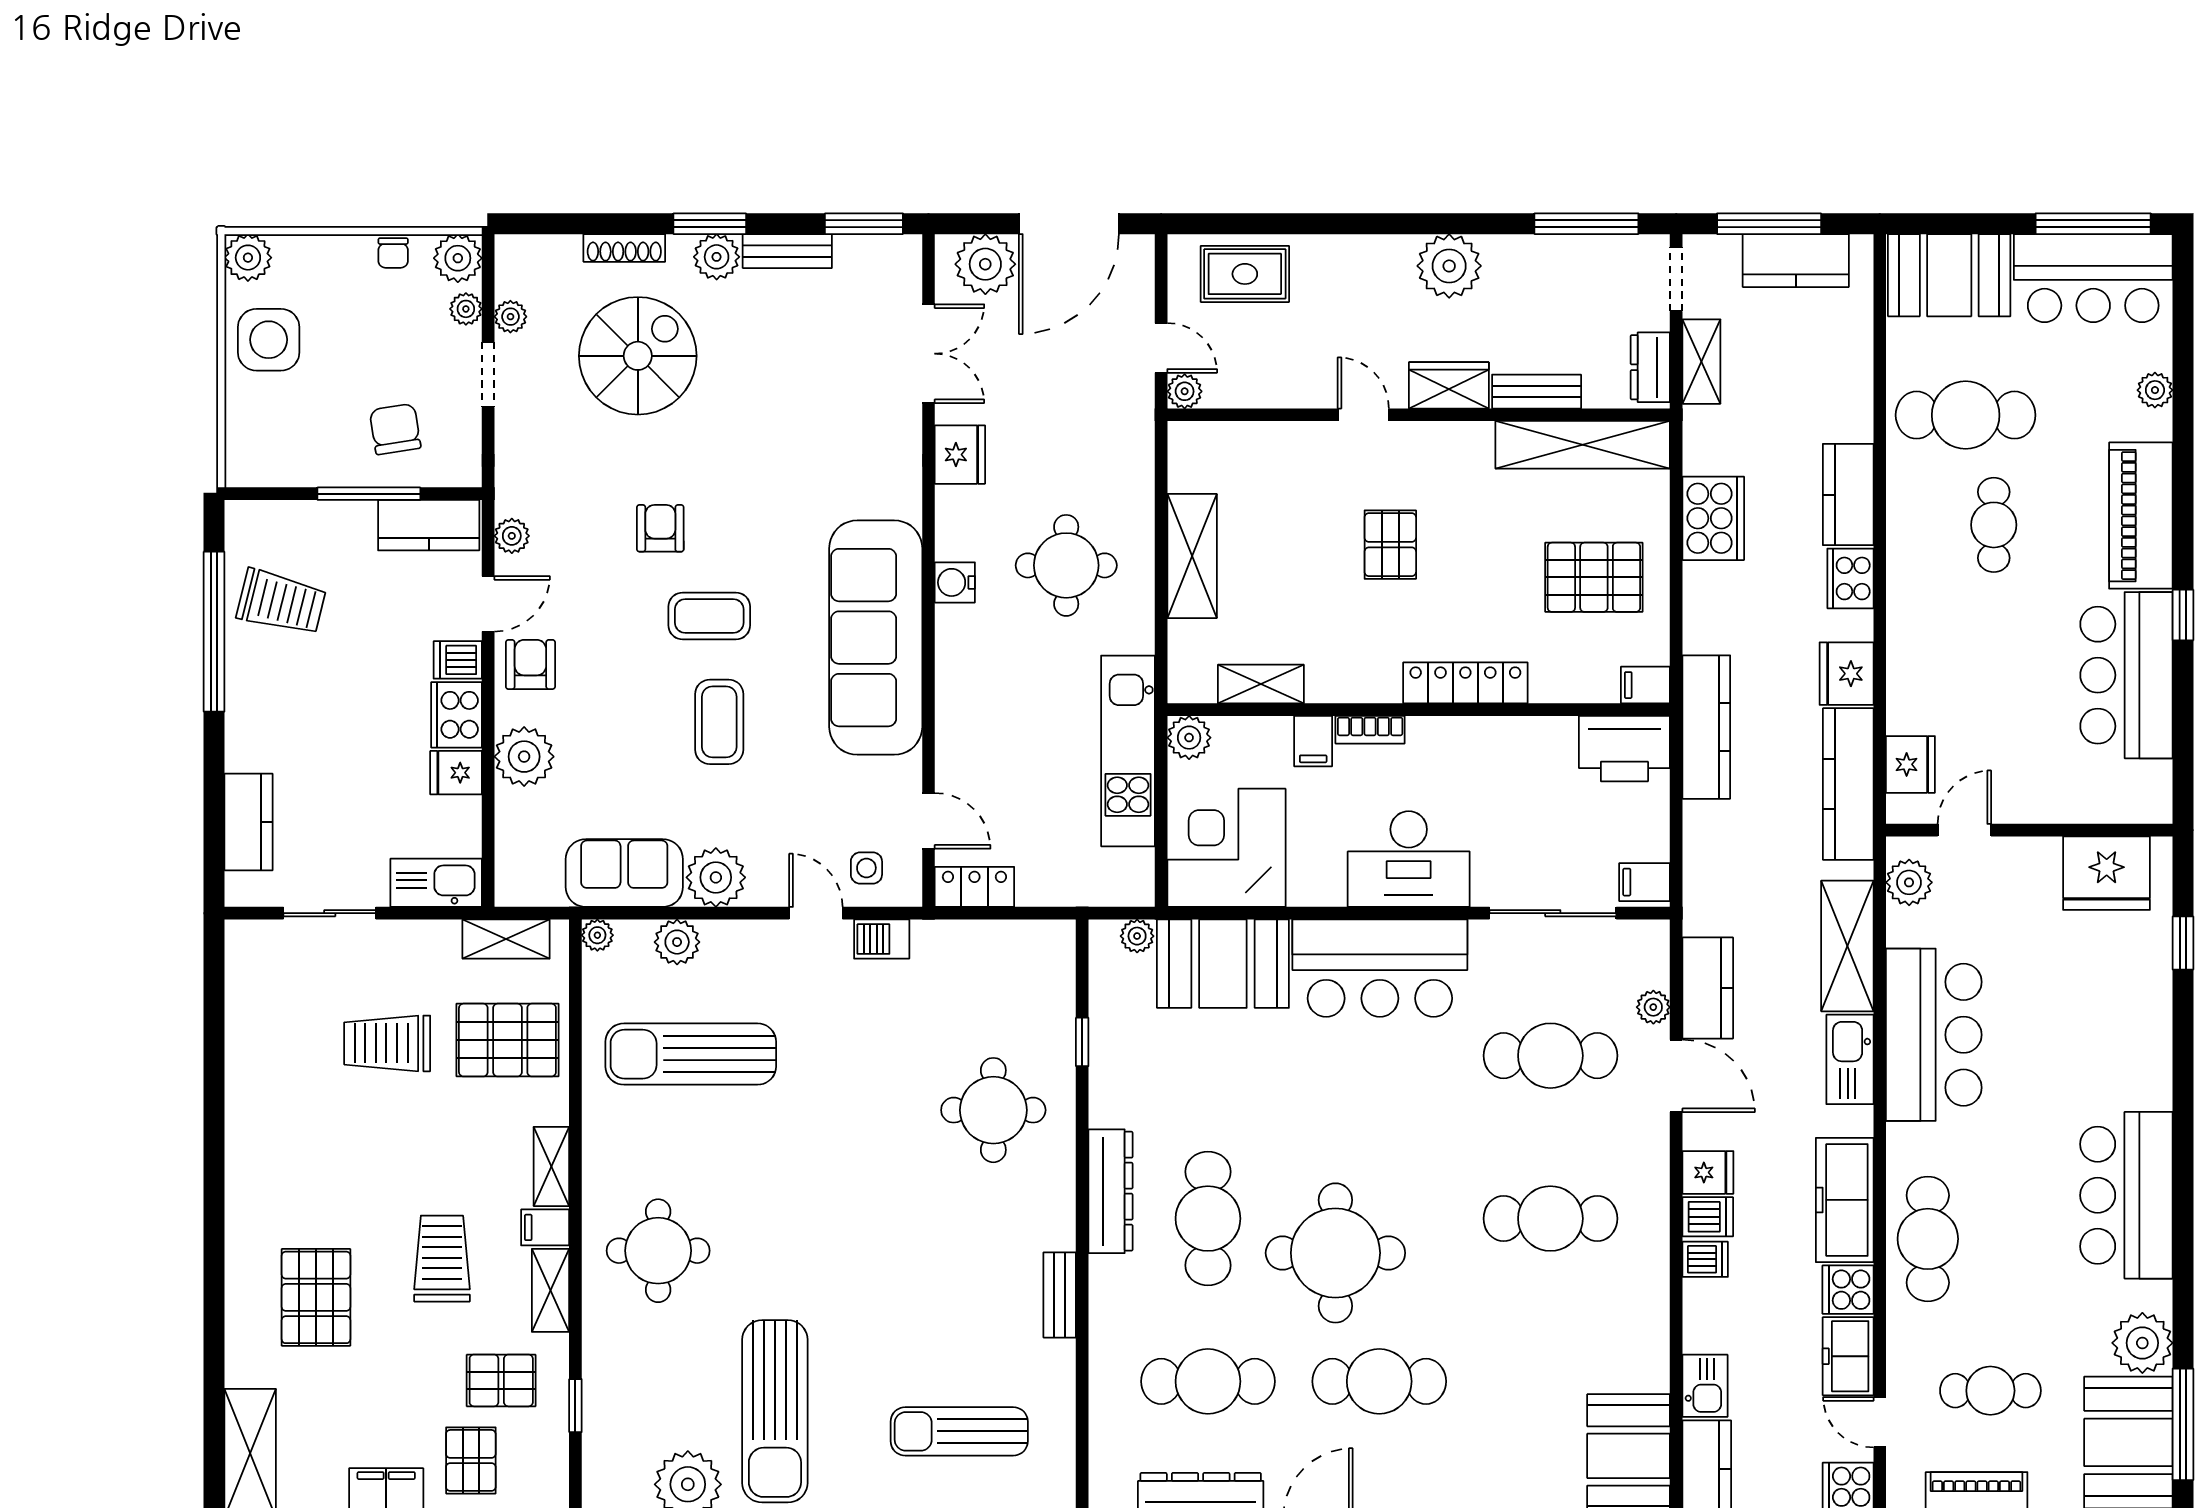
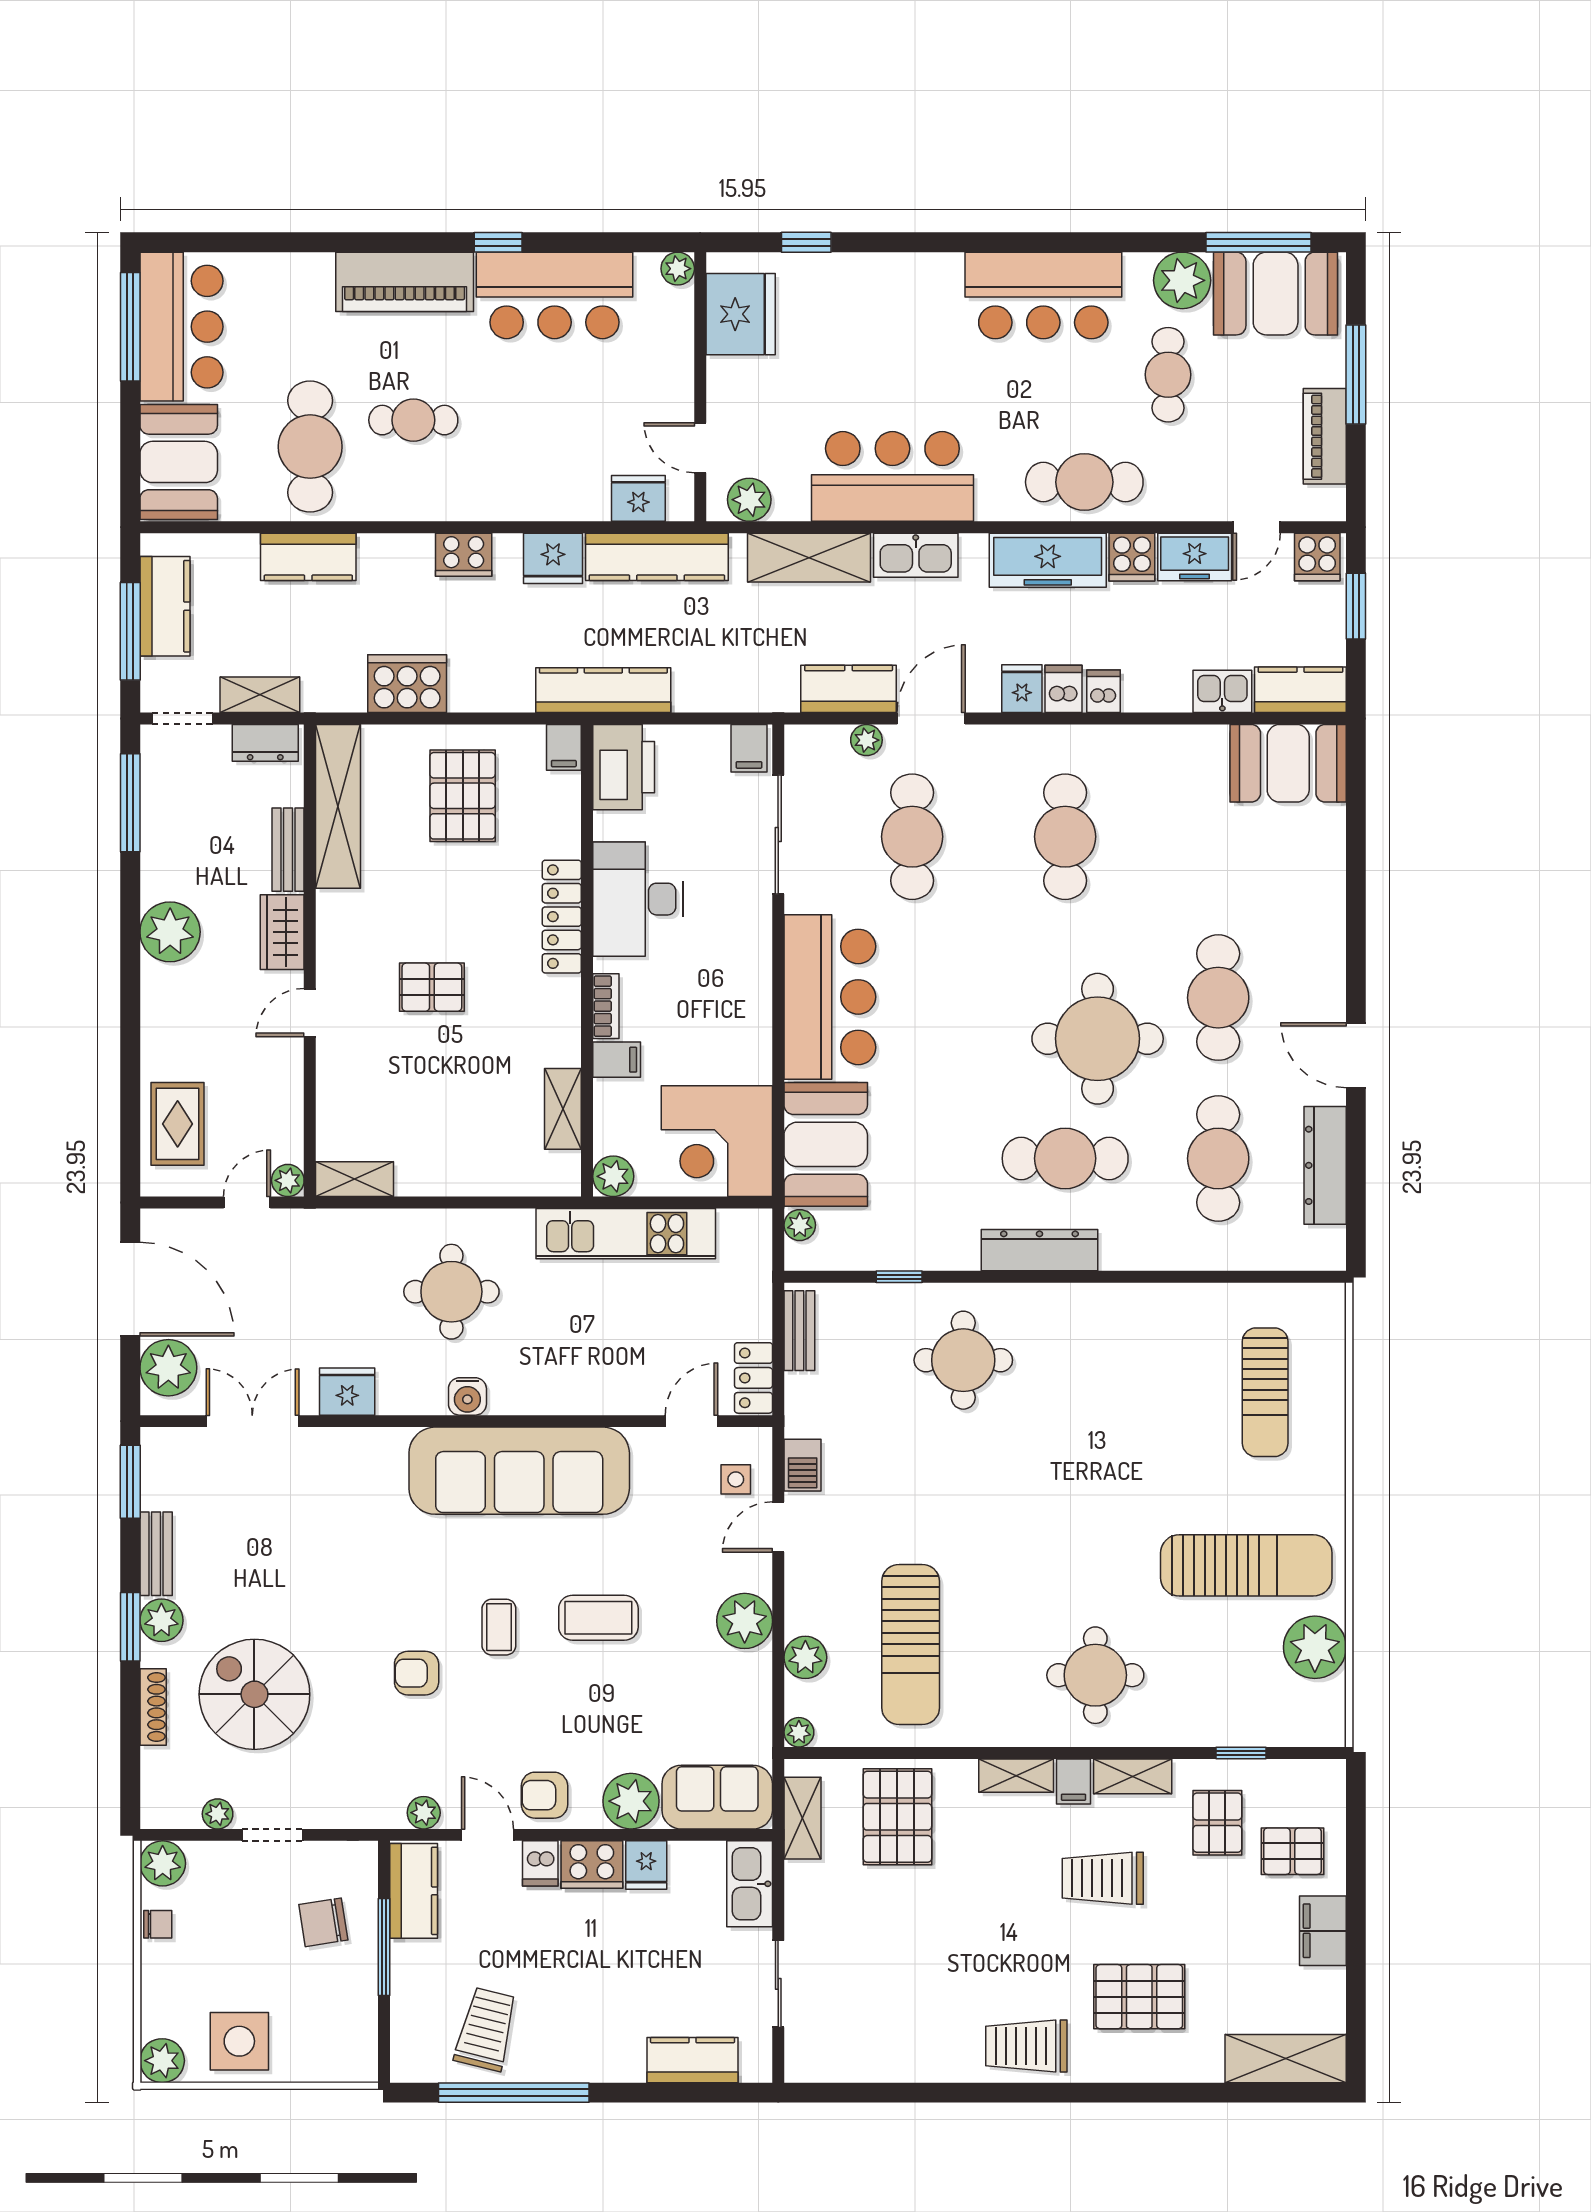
plant: (466, 309) -> (210, 1856), removed
plant: (2155, 390) -> (678, 269), moved
kitchen counter: (1848, 495) -> (308, 557), moved
shelving: (1192, 556) -> (355, 1179), moved, width x0.67, depth x0.75
coffee table: (709, 616) -> (499, 1627), width x0.73, depth x0.77
desk: (1409, 859) -> (638, 899), moved, turned 180
sofa: (624, 873) -> (717, 1797), moved, turned 90
trolley: (387, 1043) -> (1026, 2046), moved, turned 90
bench: (1060, 1295) -> (799, 1331), moved, turned 90
cafe table: (1990, 1391) -> (1168, 375), moved

